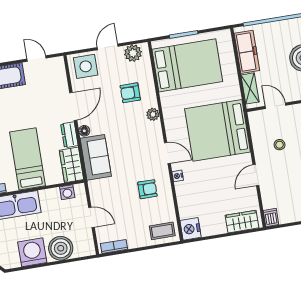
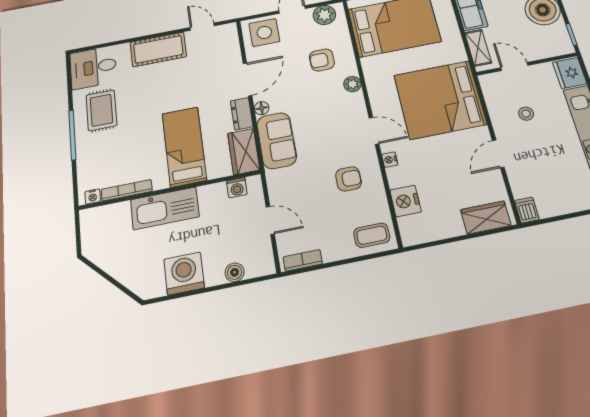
nightstand: (191, 229) -> (405, 201), moved
boiler: (61, 248) -> (235, 272), width x0.54, depth x0.54

